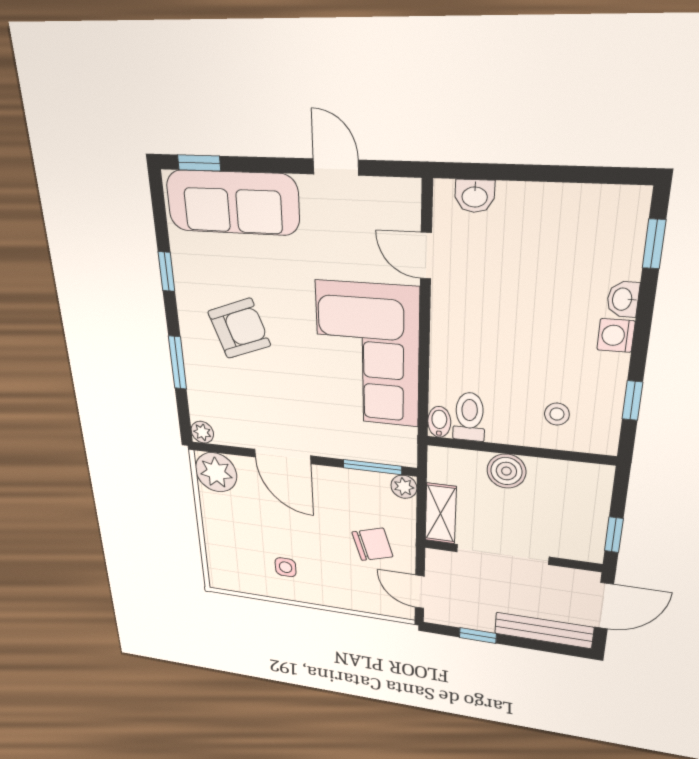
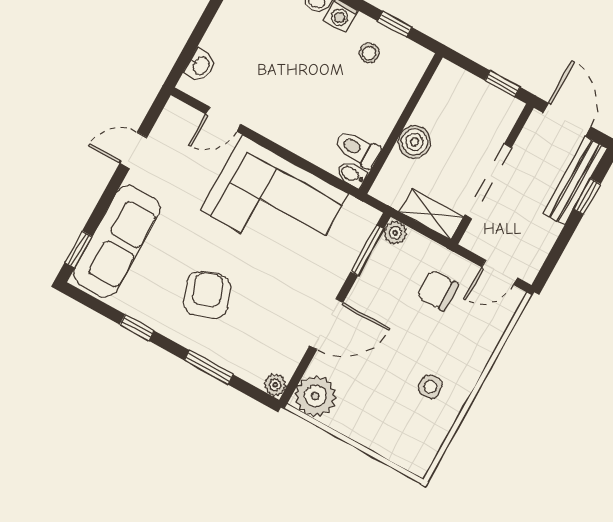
stool: (557, 414) -> (369, 53), moved
chair: (372, 544) -> (438, 290), turned -73
window: (478, 636) -> (587, 197), moved

